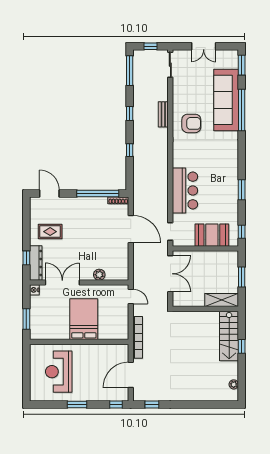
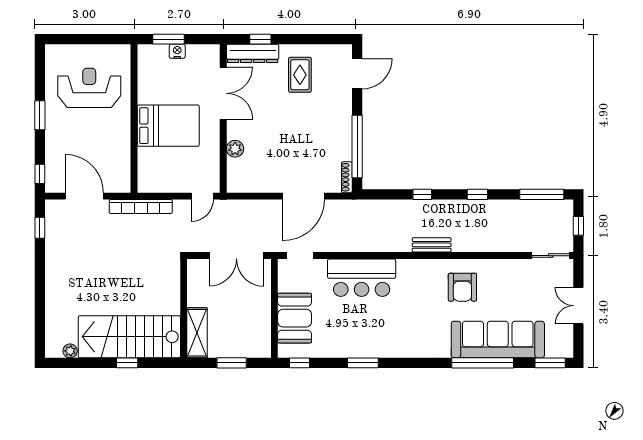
bench: (163, 114) -> (432, 245), moved
nightstand: (34, 290) -> (177, 51), moved
stairs: (229, 336) -> (129, 337), width x1.36, depth x1.51

